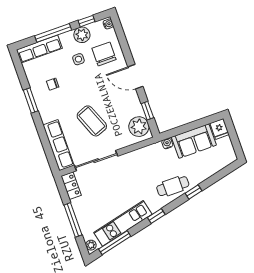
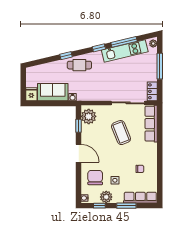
window: (53, 33) -> (126, 206), width x0.69
chair: (104, 54) -> (95, 178), turned 180
window: (31, 100) -> (160, 163), removed
window: (115, 243) -> (124, 42), moved

